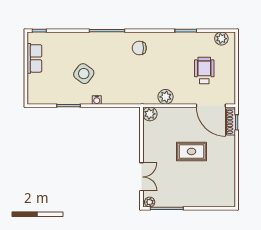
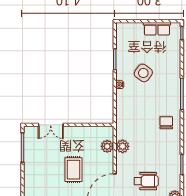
plant: (150, 114) -> (107, 146), moved
plant: (150, 202) -> (28, 132), removed

